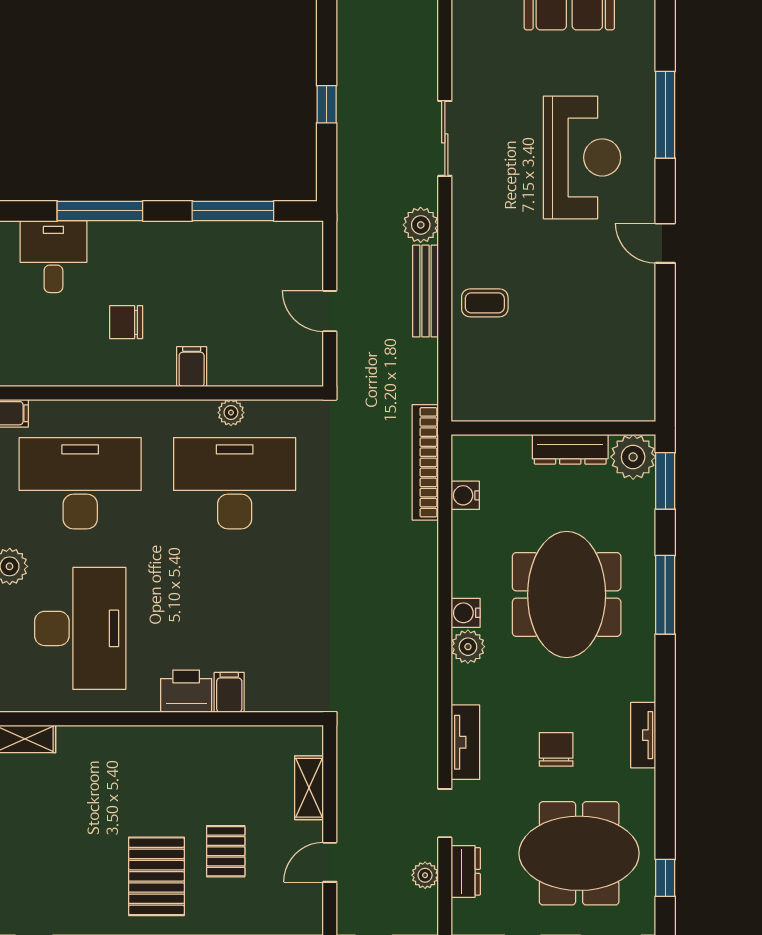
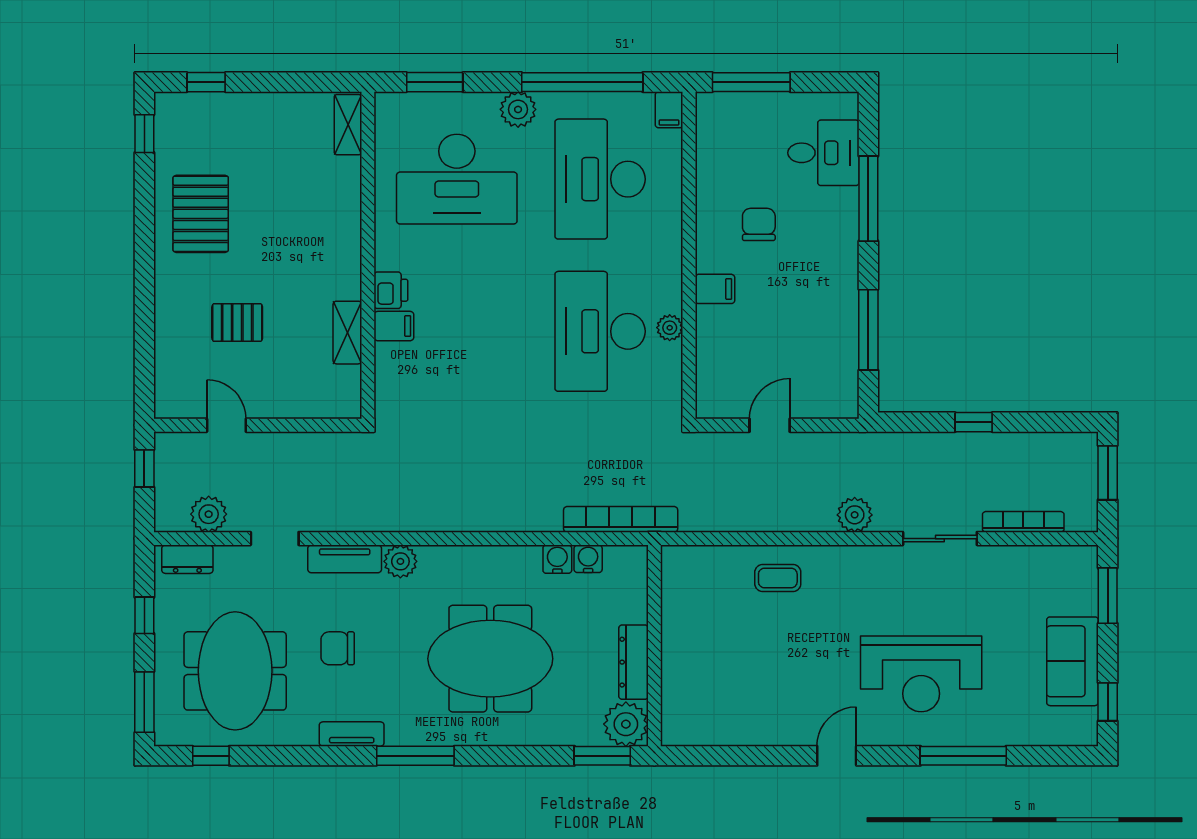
bookcase: (428, 54) -> (1023, 522), added
bench: (426, 291) -> (789, 520), removed
coffee table: (485, 303) -> (778, 578), turned 90
desk: (80, 483) -> (600, 179), turned 180
desk: (235, 483) -> (600, 331), turned 180
window: (665, 595) -> (415, 756), moved
water cooler: (466, 613) -> (557, 559), moved
plant: (468, 647) -> (400, 561), moved
printer: (186, 691) -> (391, 290), width x0.73, depth x0.81
chair: (556, 749) -> (338, 648), turned 180
shelving: (309, 788) -> (347, 333), moved, turned 90
dresser: (466, 871) -> (187, 559), moved
plant: (425, 875) -> (209, 514), width x1.38, depth x1.38
pallet: (156, 876) -> (201, 214), moved, turned 90

